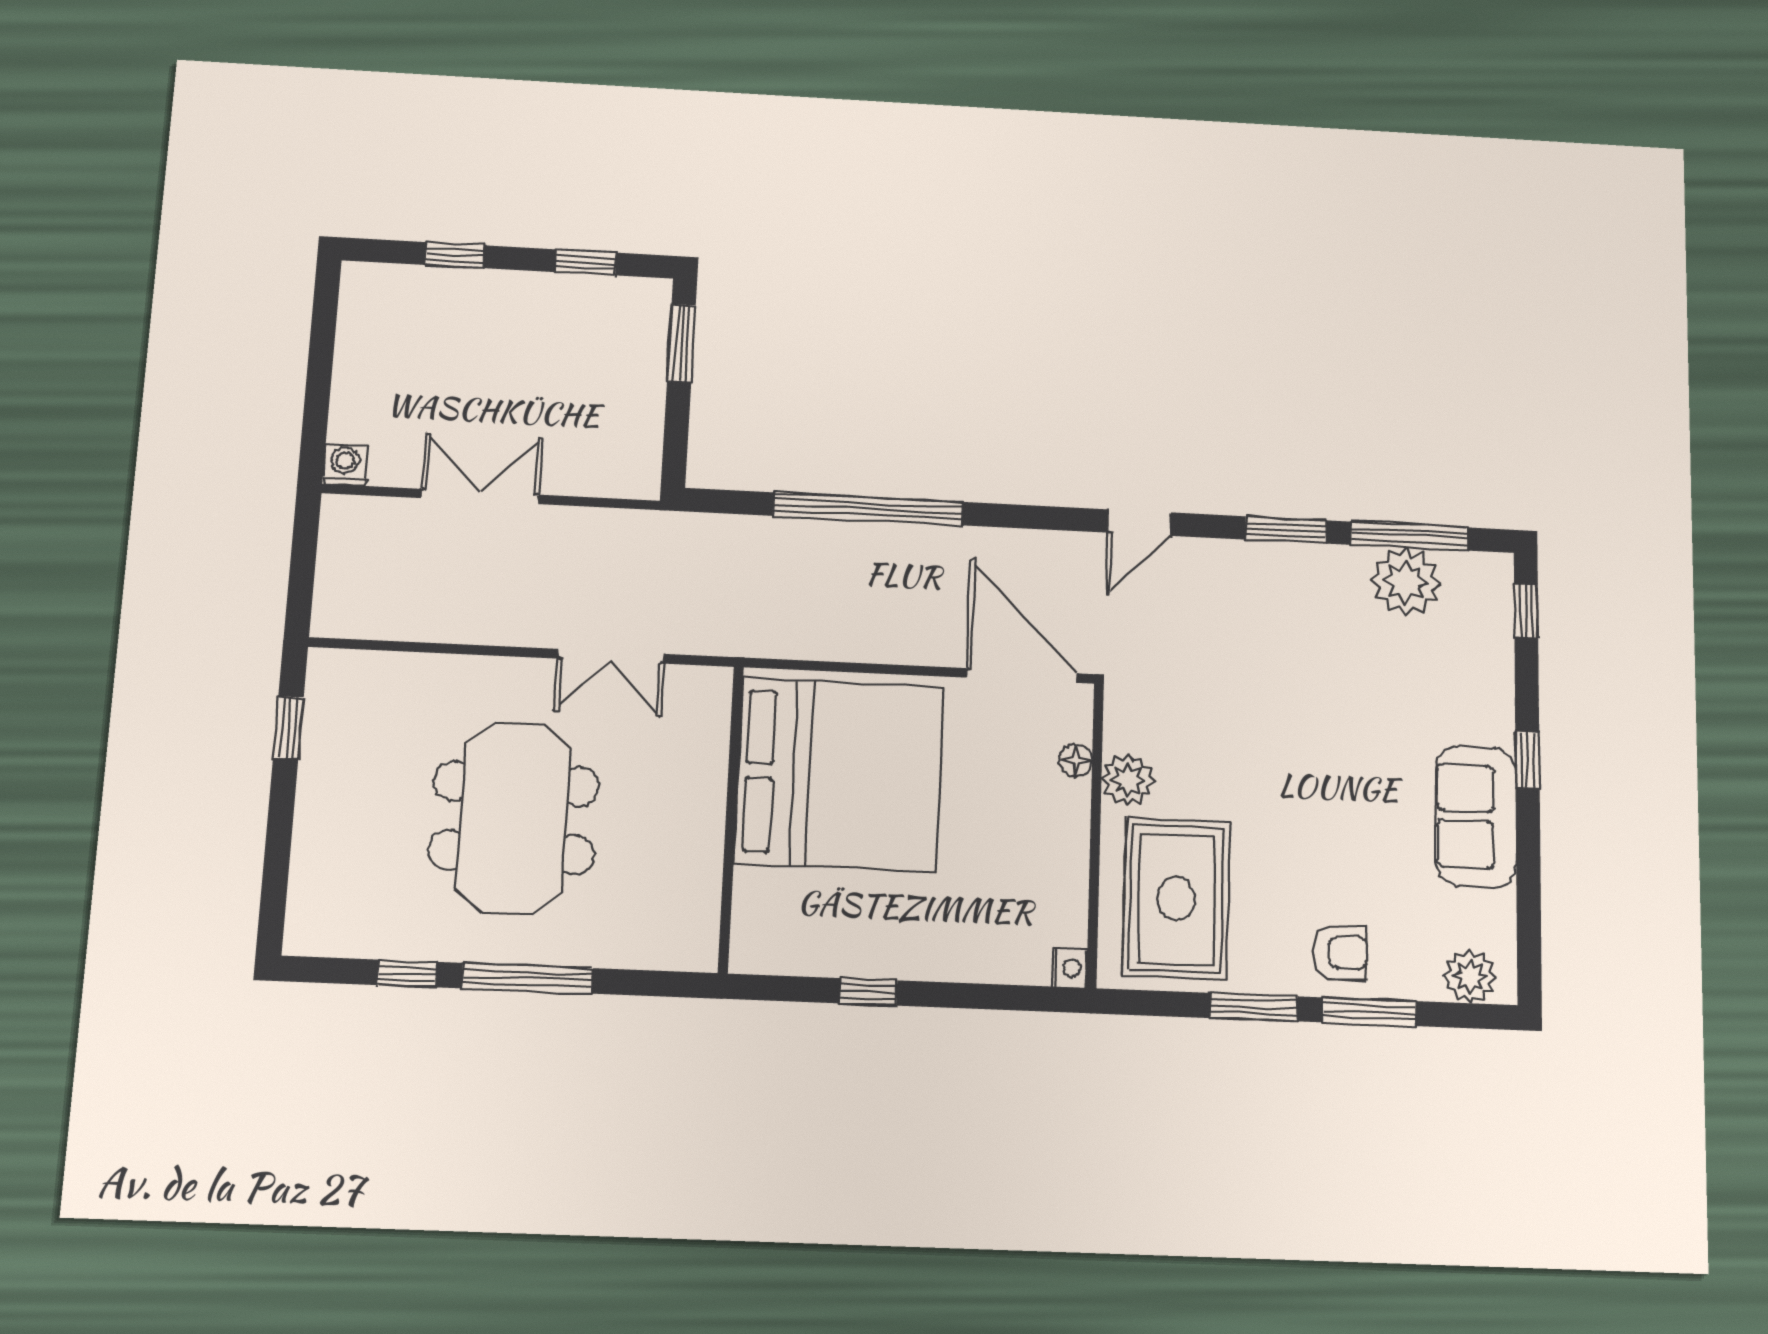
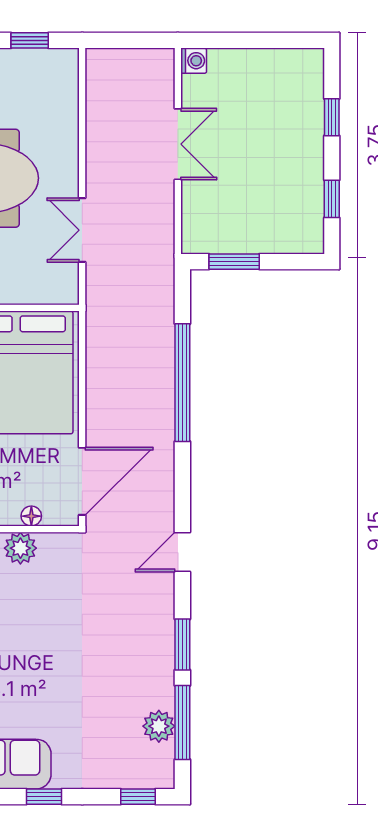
window: (681, 343) -> (234, 262), moved
door: (1139, 523) -> (182, 552), hinge flipped
plant: (1406, 582) -> (159, 726), width x0.73, depth x0.73

